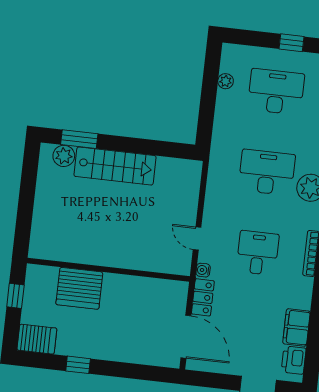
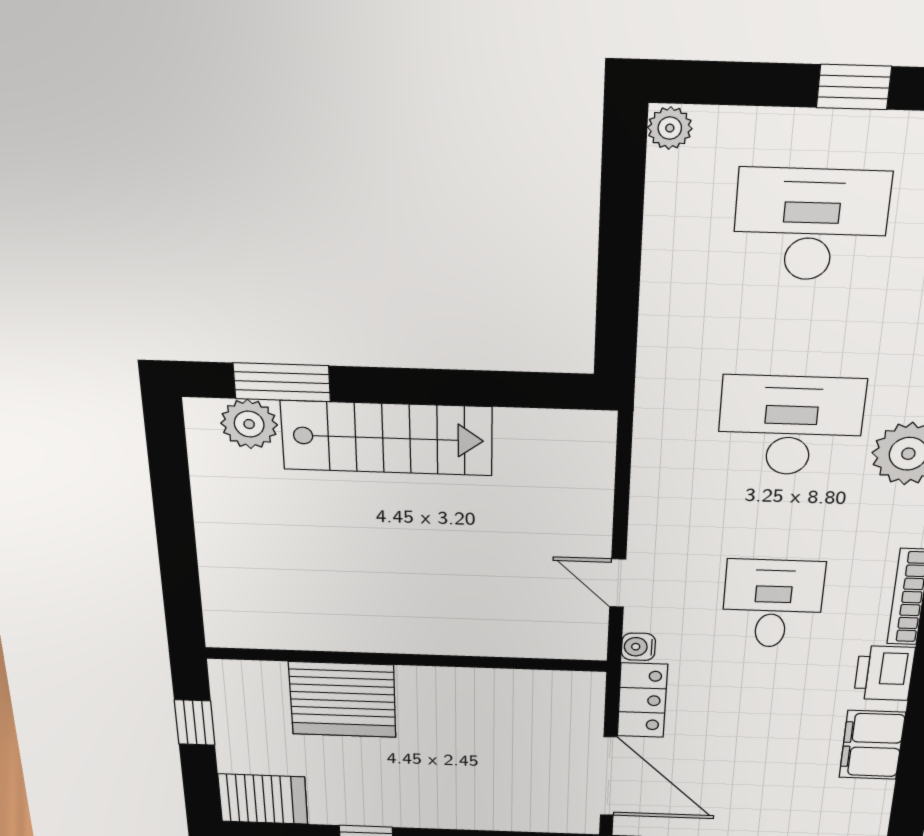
plant: (226, 81) -> (670, 128), moved
printer: (294, 360) -> (884, 673), moved

